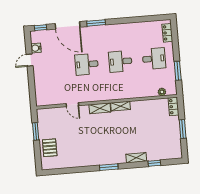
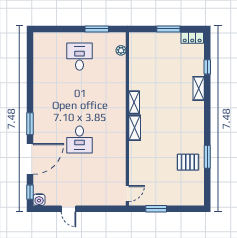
locker: (167, 33) -> (49, 38), removed
water cooler: (36, 48) -> (39, 200), moved
desk: (120, 61) -> (80, 98), removed
door: (72, 105) -> (127, 193), moved
locker: (174, 107) -> (192, 38), moved
pallet: (50, 148) -> (188, 162), moved
window: (109, 167) -> (207, 157), moved

